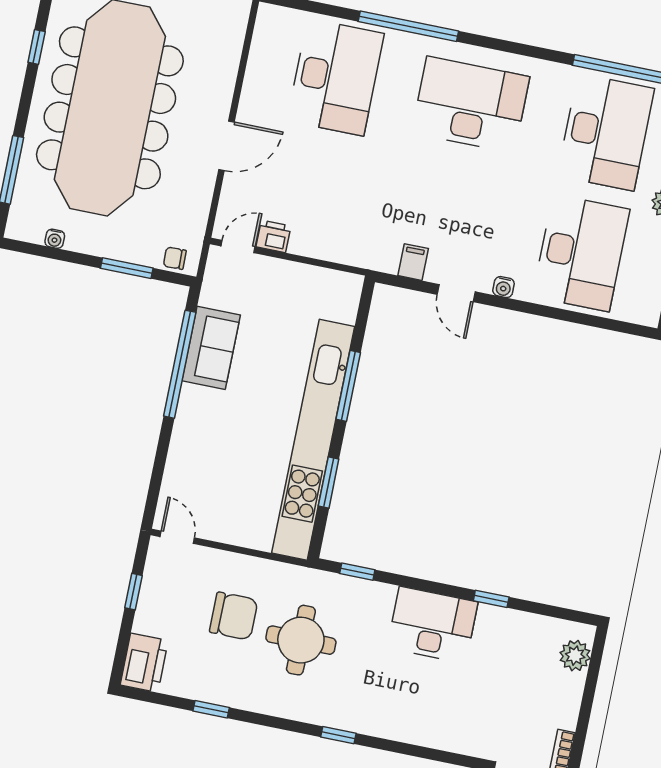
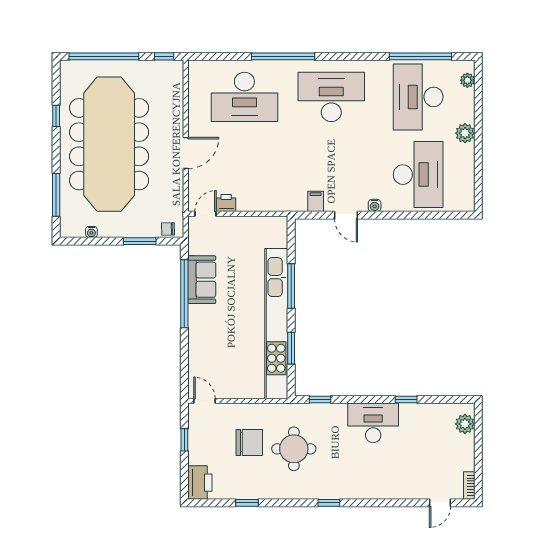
desk: (335, 77) -> (244, 97), turned 90
desk: (606, 132) -> (418, 97), turned 180

